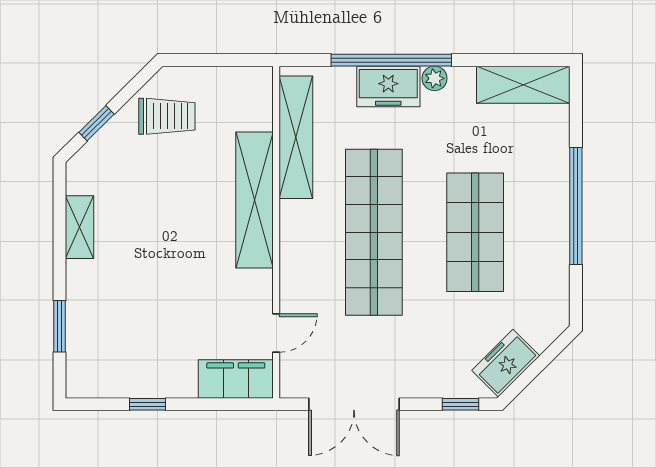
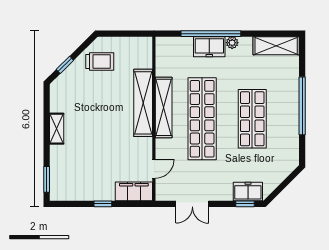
shelving: (296, 137) -> (164, 107), moved
shelving: (80, 227) -> (57, 129), moved
window: (60, 326) -> (47, 179), moved
freezer: (506, 363) -> (248, 192), moved, turned 45
window: (148, 404) -> (103, 204), moved
double door: (354, 404) -> (192, 204), width x0.73

